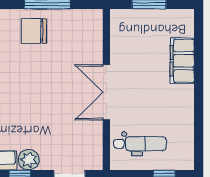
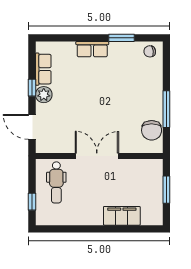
chair: (34, 31) -> (152, 130), moved, turned 180

